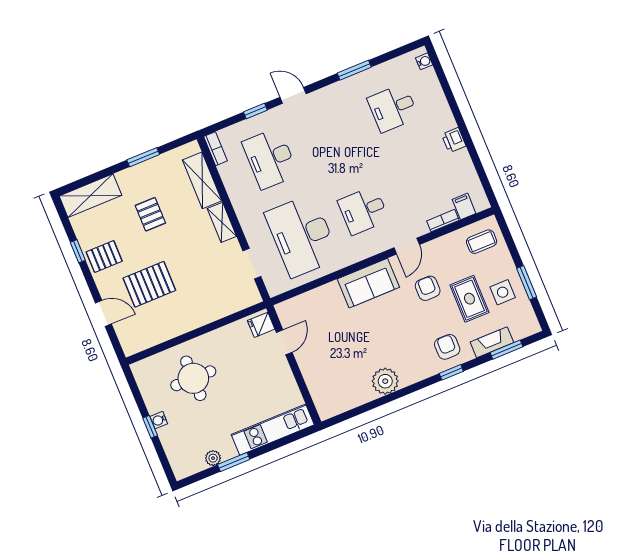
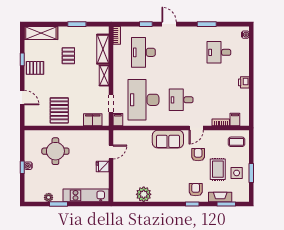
pallet: (149, 284) -> (59, 110), moved, turned 90
filing cabinet: (274, 285) -> (118, 120), added
filing cabinet: (233, 302) -> (93, 120), added
fridge: (261, 325) -> (103, 166), moved
plant: (385, 381) -> (144, 194), moved

